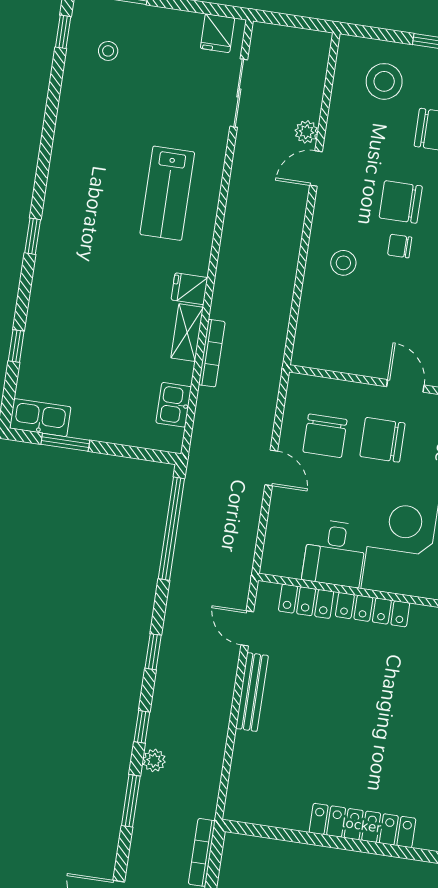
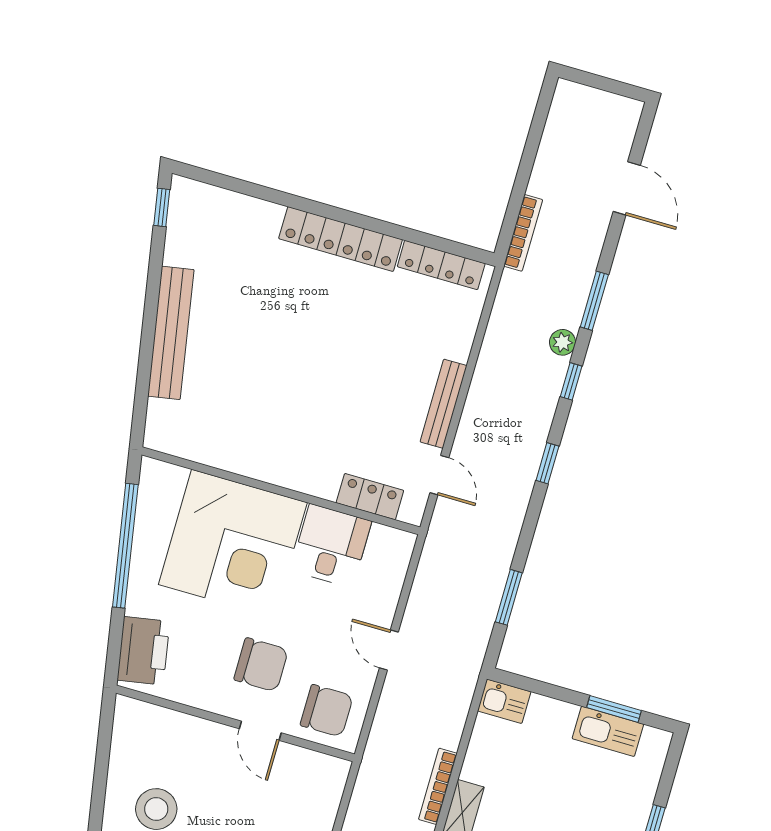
door: (405, 386) -> (260, 731), moved
kitchen sink: (174, 405) -> (504, 701), moved, turned 90
kitchen sink: (40, 418) -> (608, 731), moved
chair: (325, 436) -> (327, 711), moved, turned 90
window: (171, 529) -> (509, 597), width x0.47
locker: (373, 610) -> (441, 265), moved, turned 180

